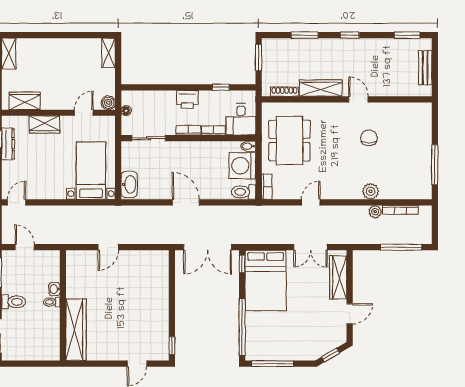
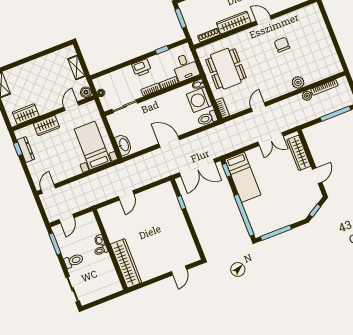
shelving: (109, 53) -> (77, 68), moved
window: (435, 165) -> (336, 46), removed
door: (25, 247) -> (67, 219), swing flipped
bed: (266, 280) -> (243, 177), width x0.67
window: (172, 346) -> (181, 202), moved

